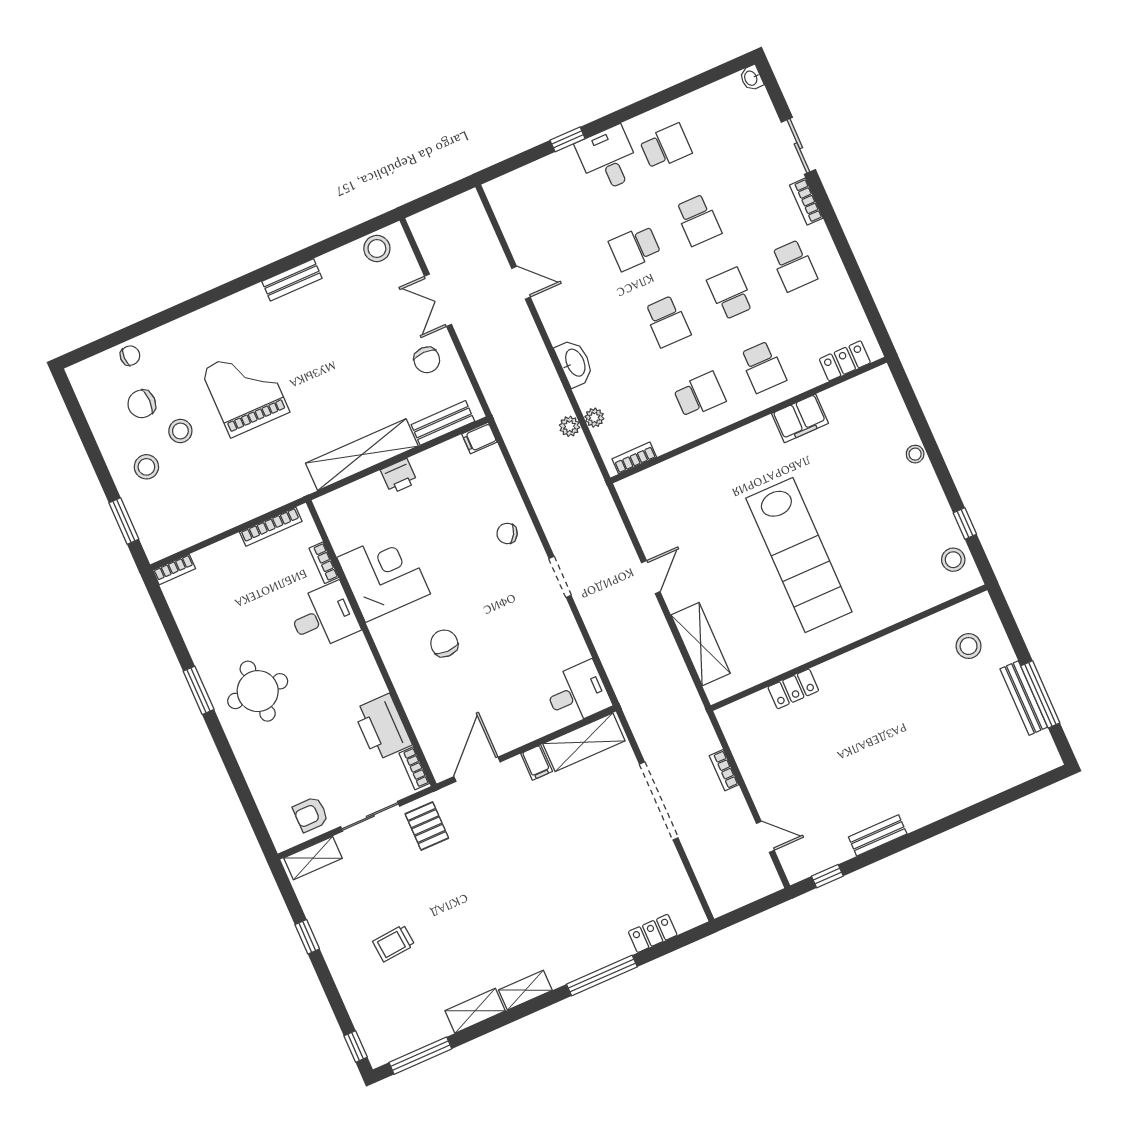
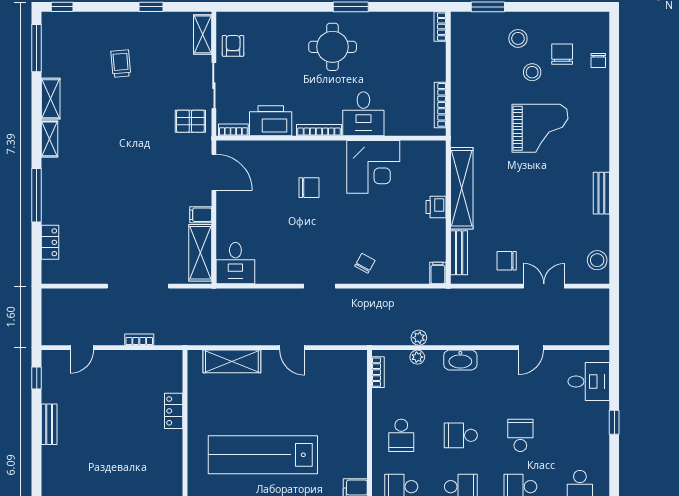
desk: (608, 159) -> (589, 381), moved
bookcase: (324, 563) -> (319, 130), moved, width x1.56

